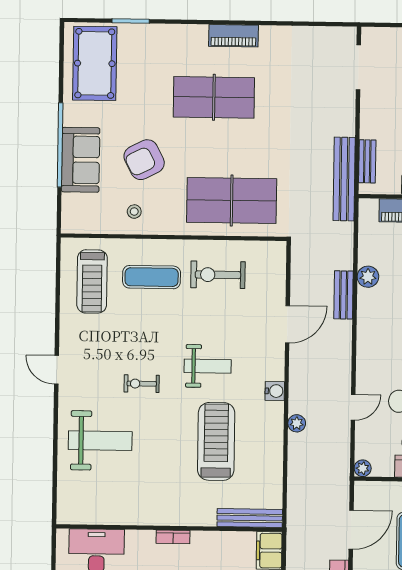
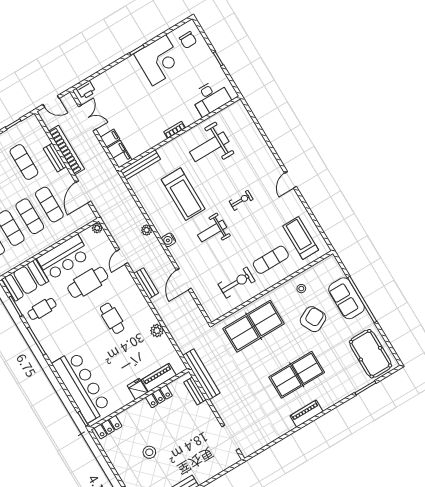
bench: (344, 295) -> (146, 283), moved
door: (56, 370) -> (291, 180), swing flipped
weight bench: (100, 441) -> (209, 147), moved

